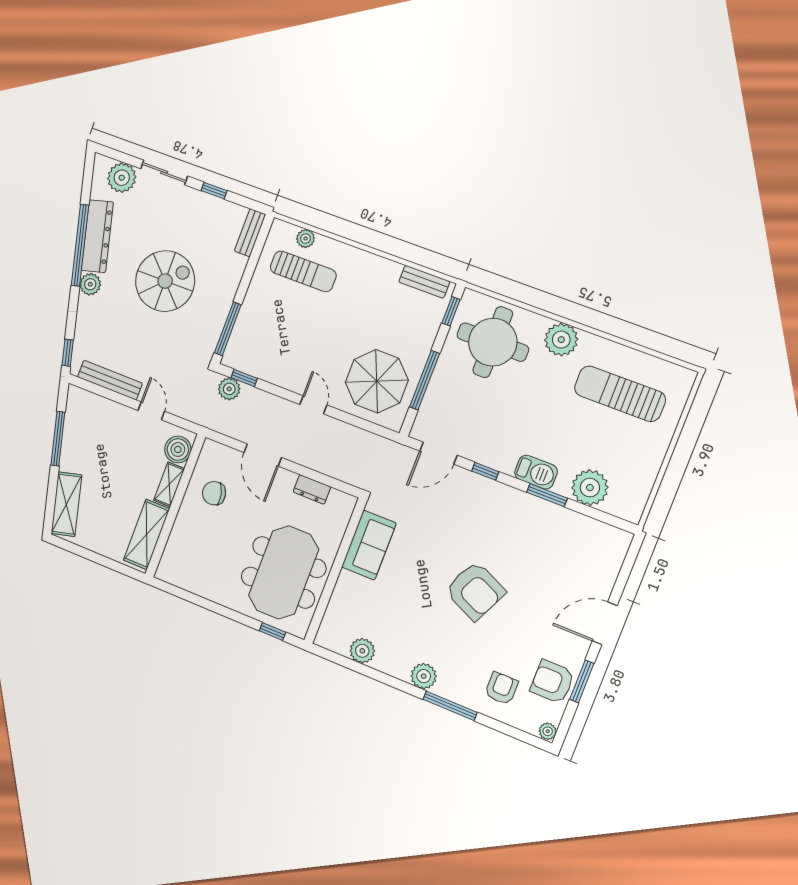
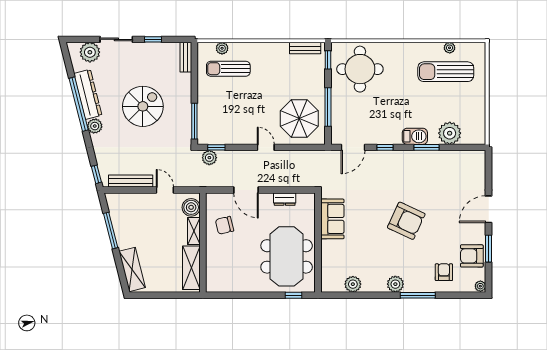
sun lounger: (303, 271) -> (228, 69), turned 180
plant: (561, 340) -> (450, 48), moved, width x0.53, depth x0.53

